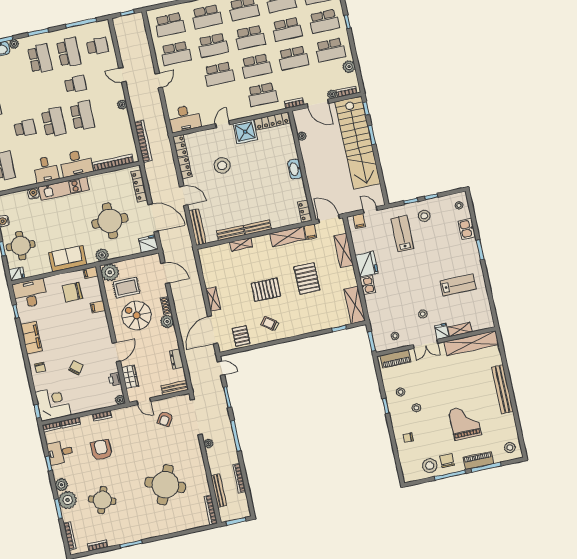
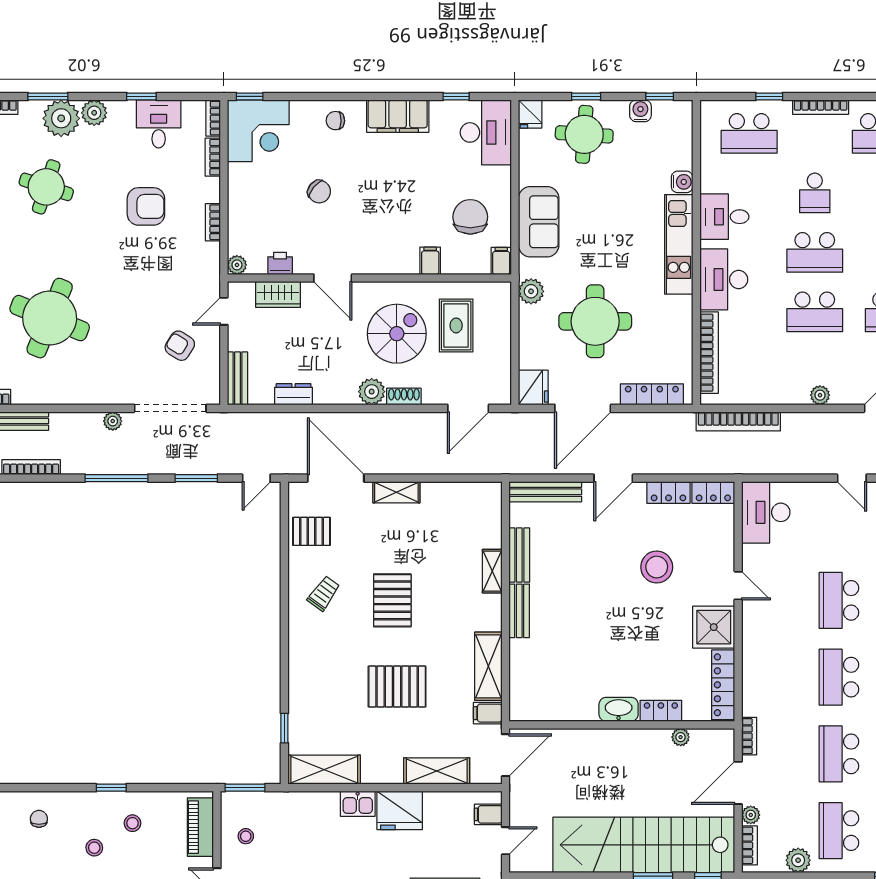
school desk: (262, 95) -> (780, 677), removed
locker: (305, 211) -> (661, 711), moved
plant: (110, 272) -> (493, 299), removed

